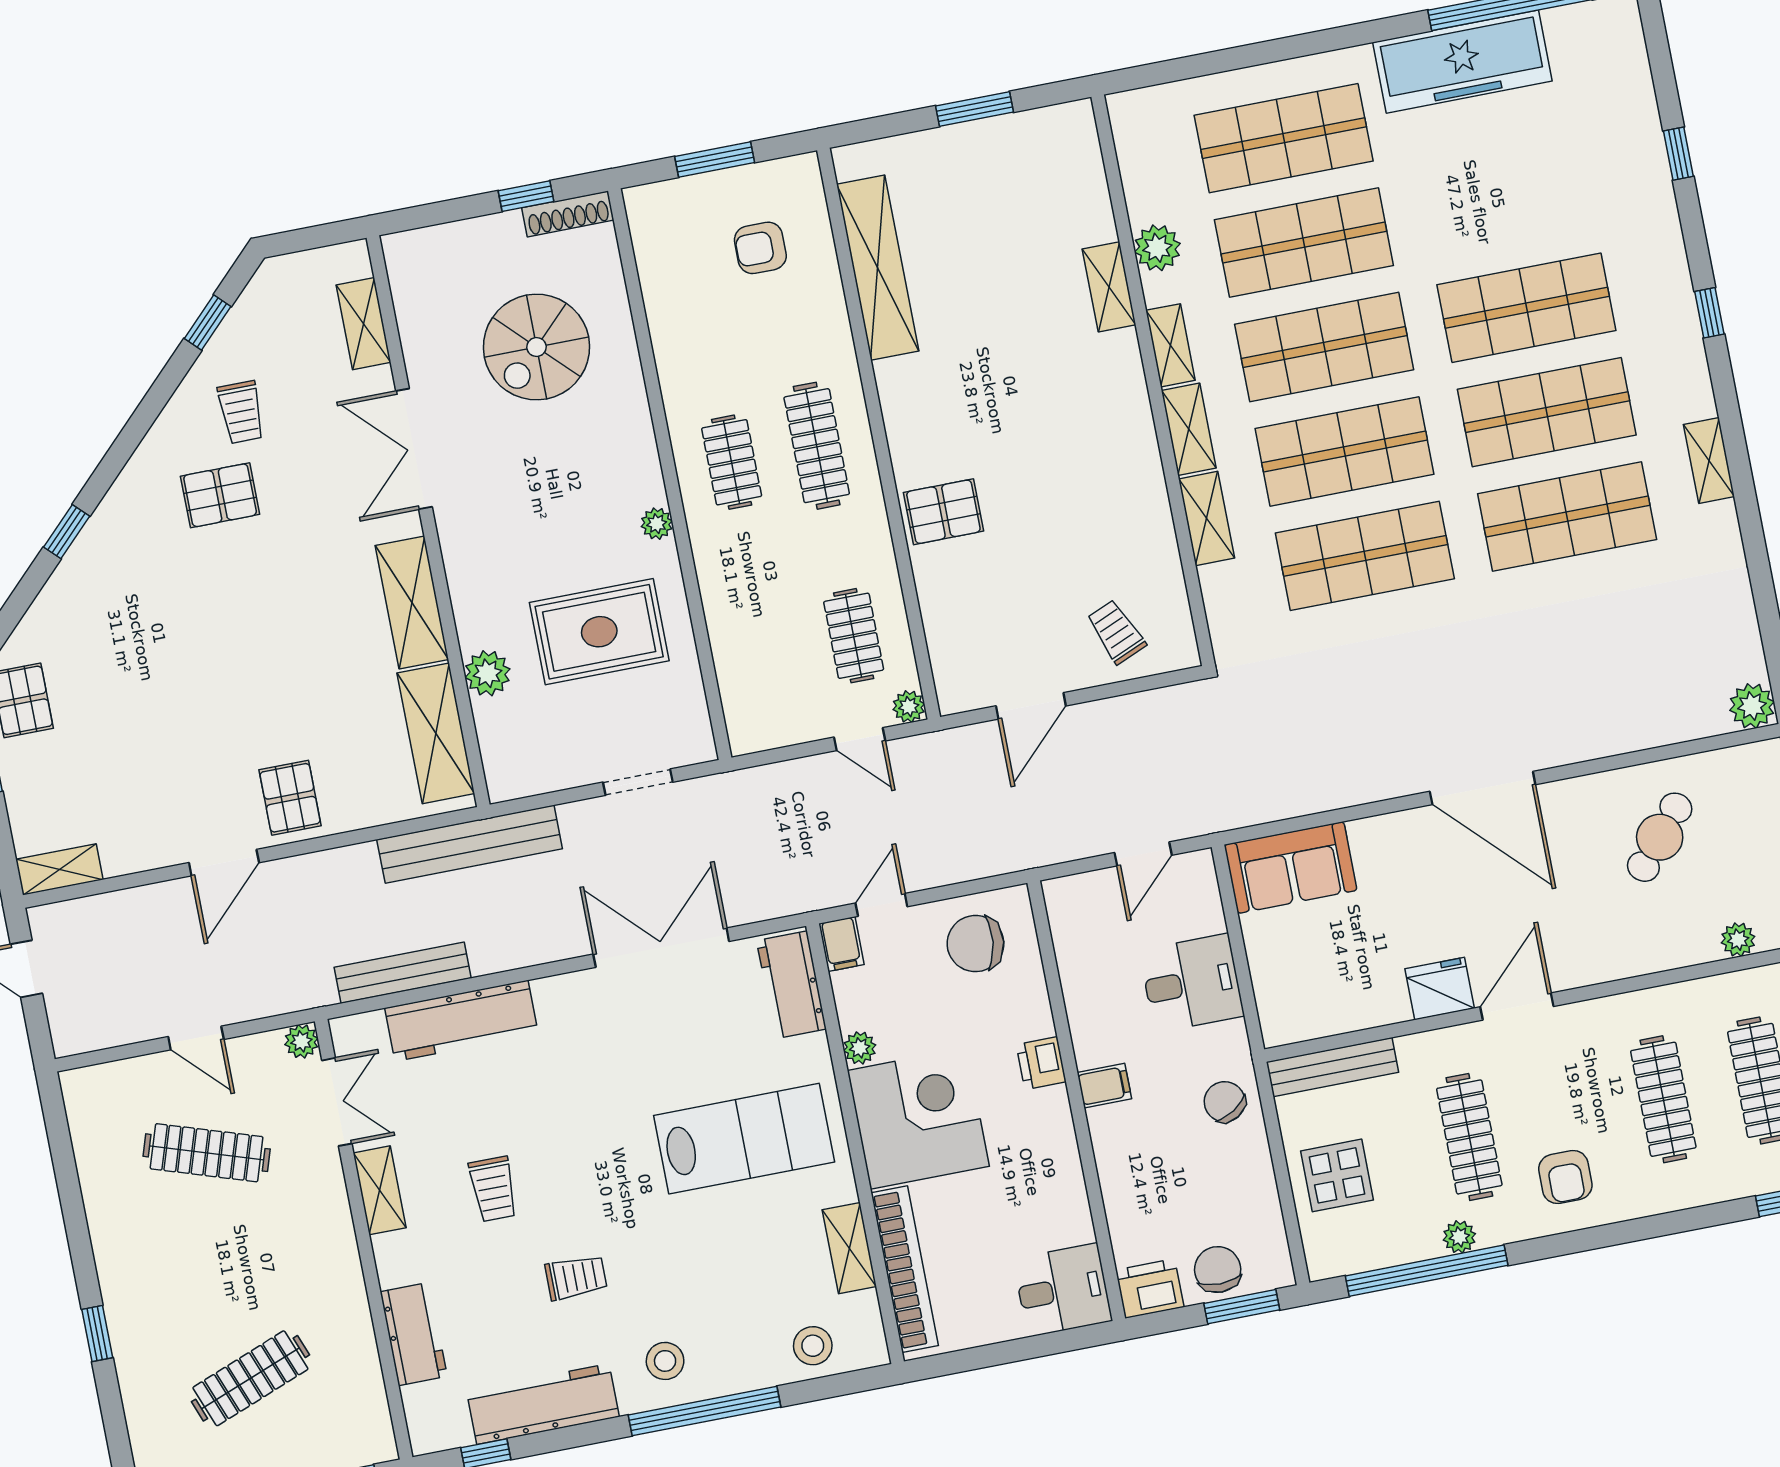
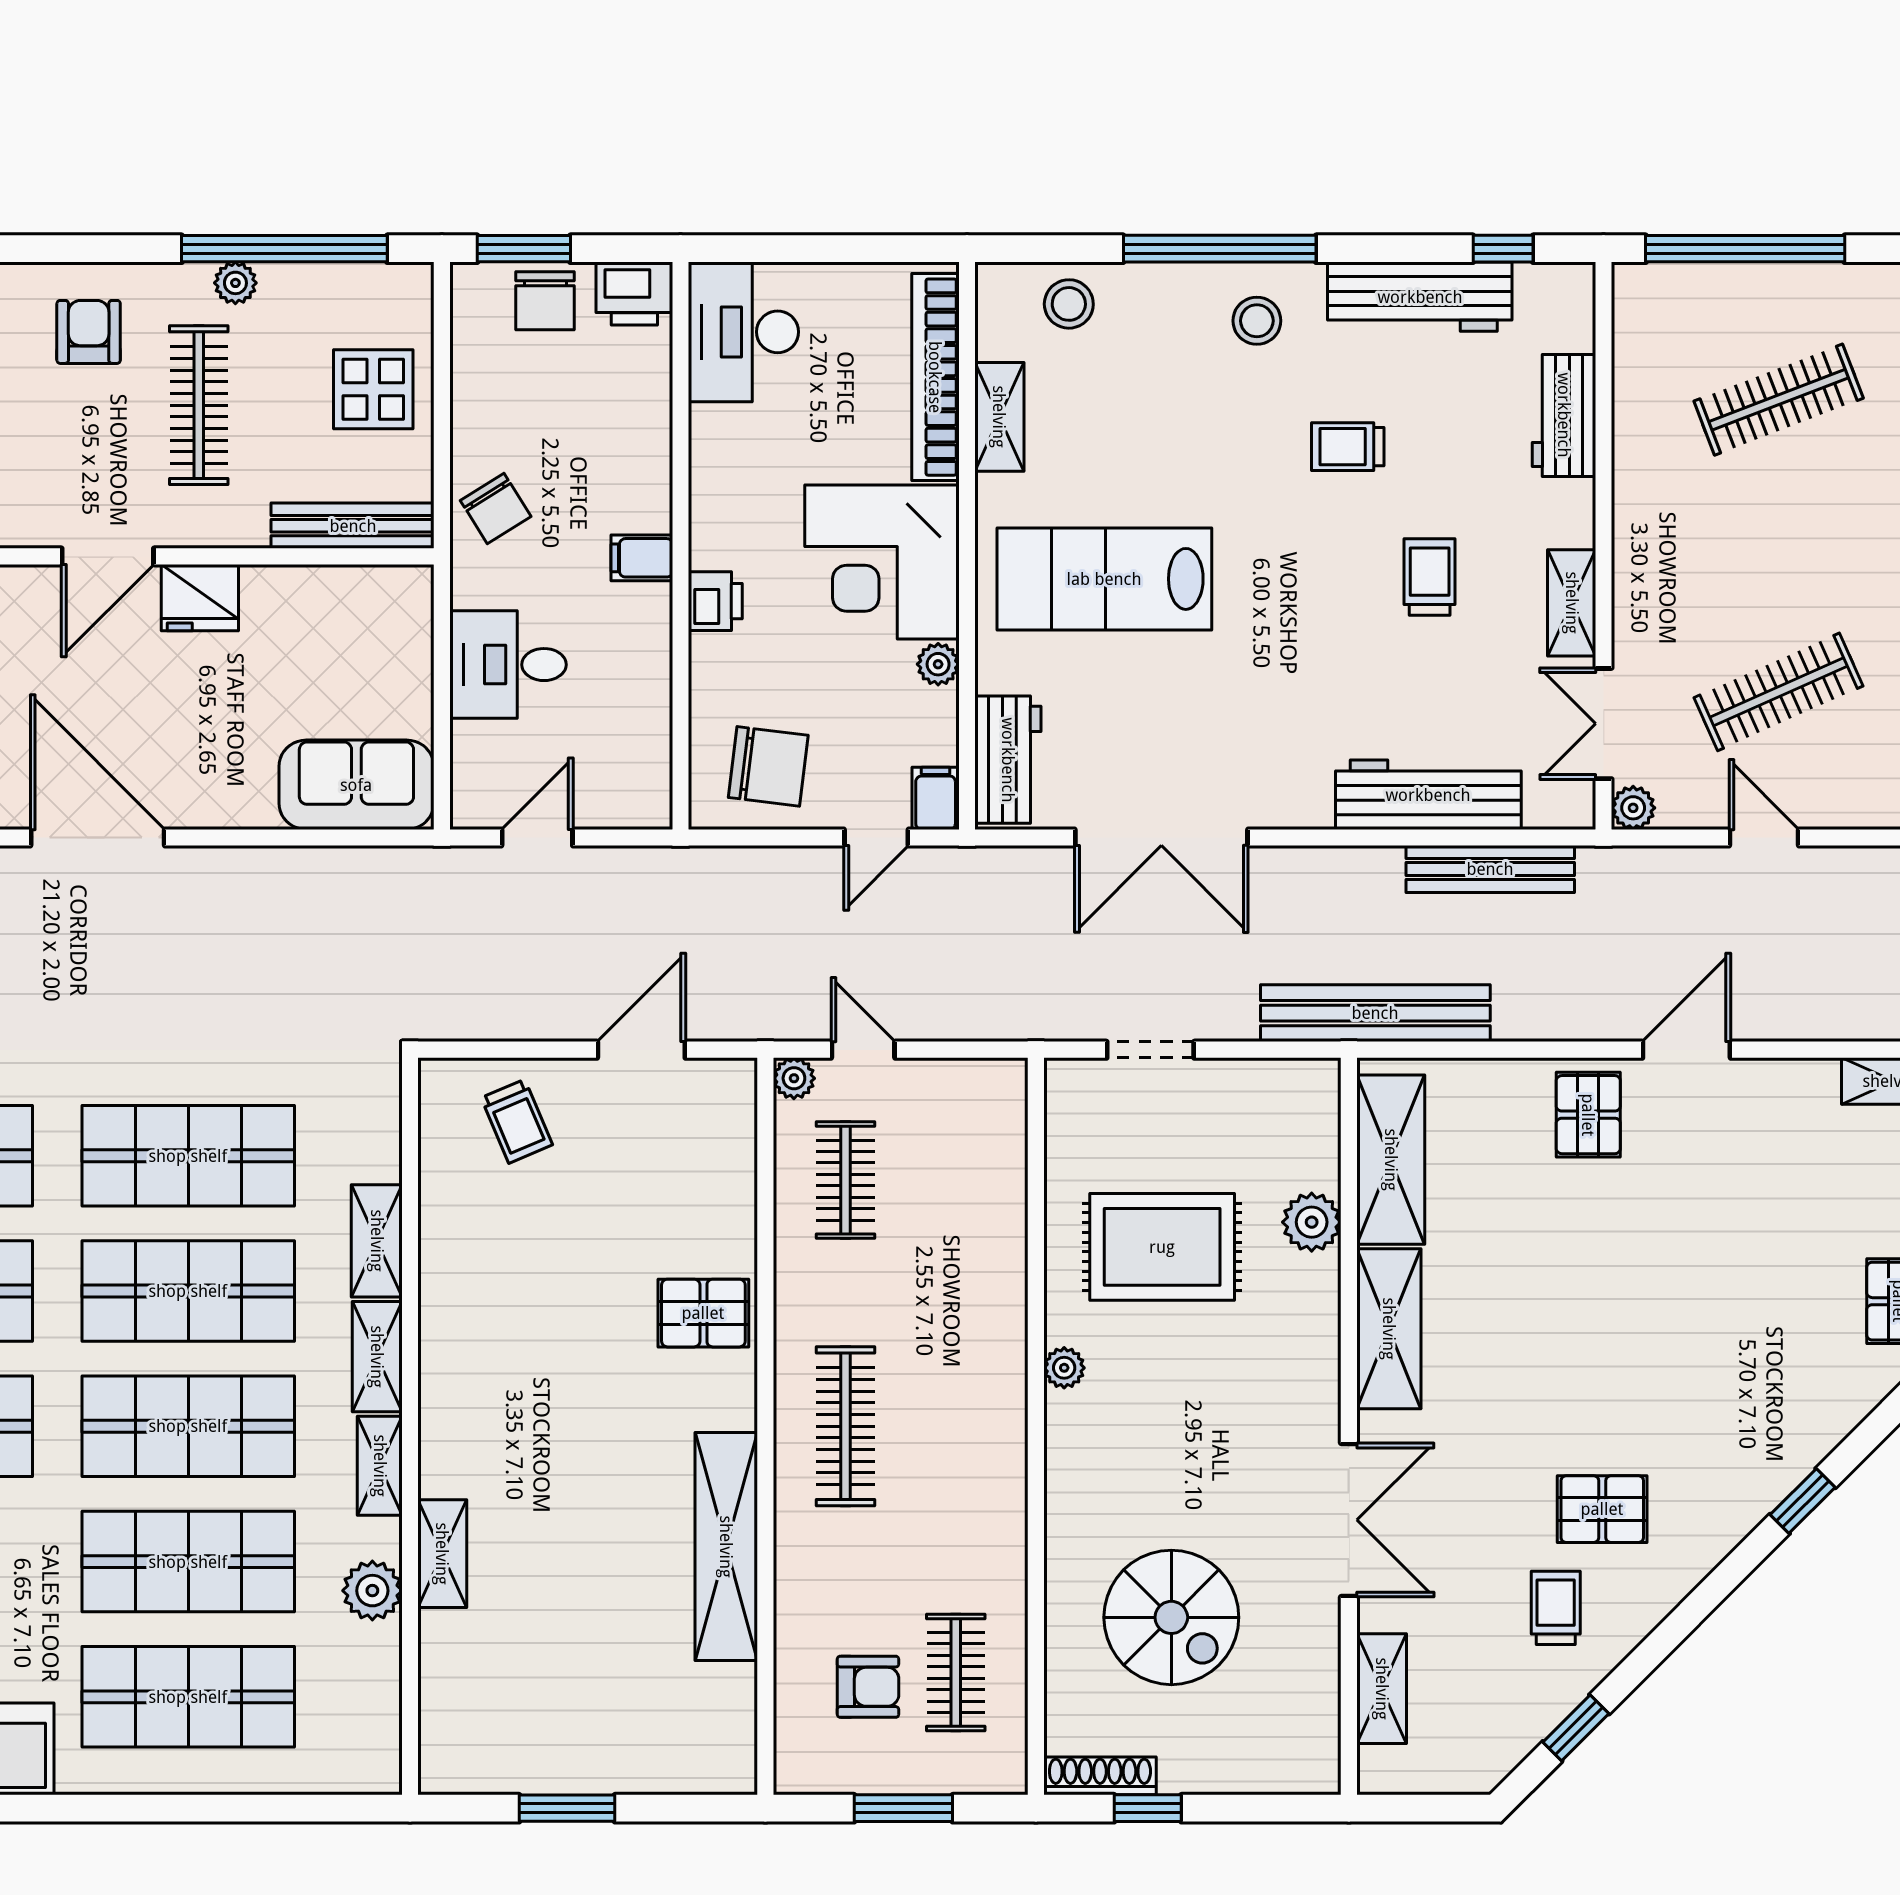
shelving: (878, 268) -> (726, 1547), moved
spiral stairs: (536, 347) -> (1171, 1617), turned 90
clothes rail: (732, 462) -> (956, 1672), moved
clothes rail: (207, 1153) -> (1779, 692), turned -42
desk: (1063, 1290) -> (743, 332), width x1.37

